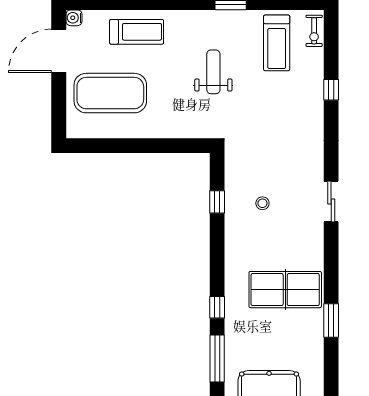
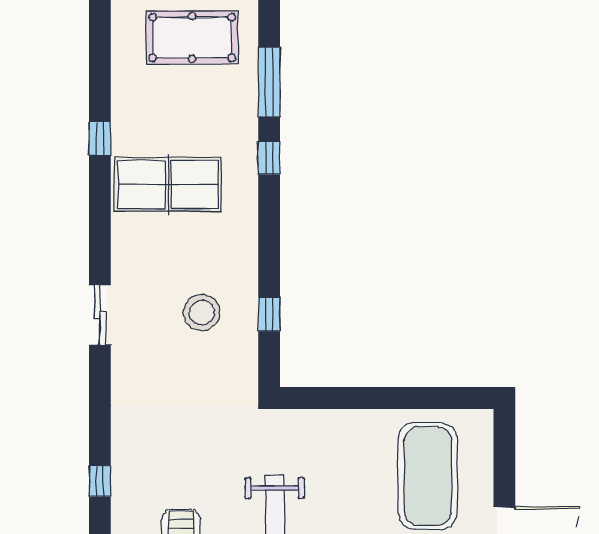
exercise mat: (110, 93) -> (428, 476), turned 90
stool: (262, 203) -> (202, 312), width x1.89, depth x1.89
window: (331, 321) -> (100, 138), width x0.67

